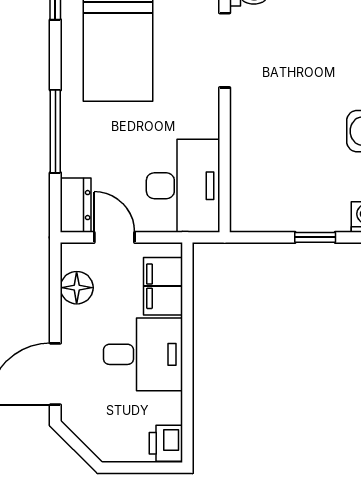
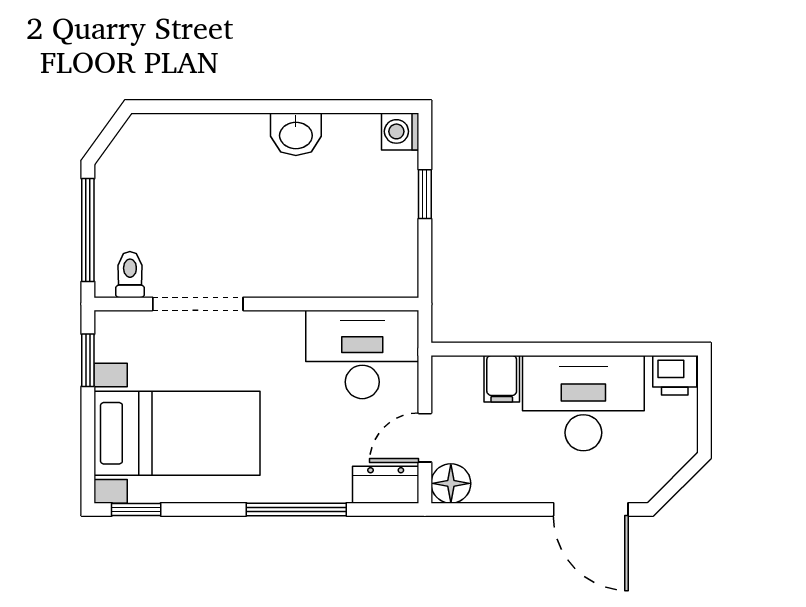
filing cabinet: (163, 286) -> (502, 379), width x0.50
floor lamp: (77, 288) -> (451, 483), moved
desk: (143, 354) -> (583, 403), width x1.37

